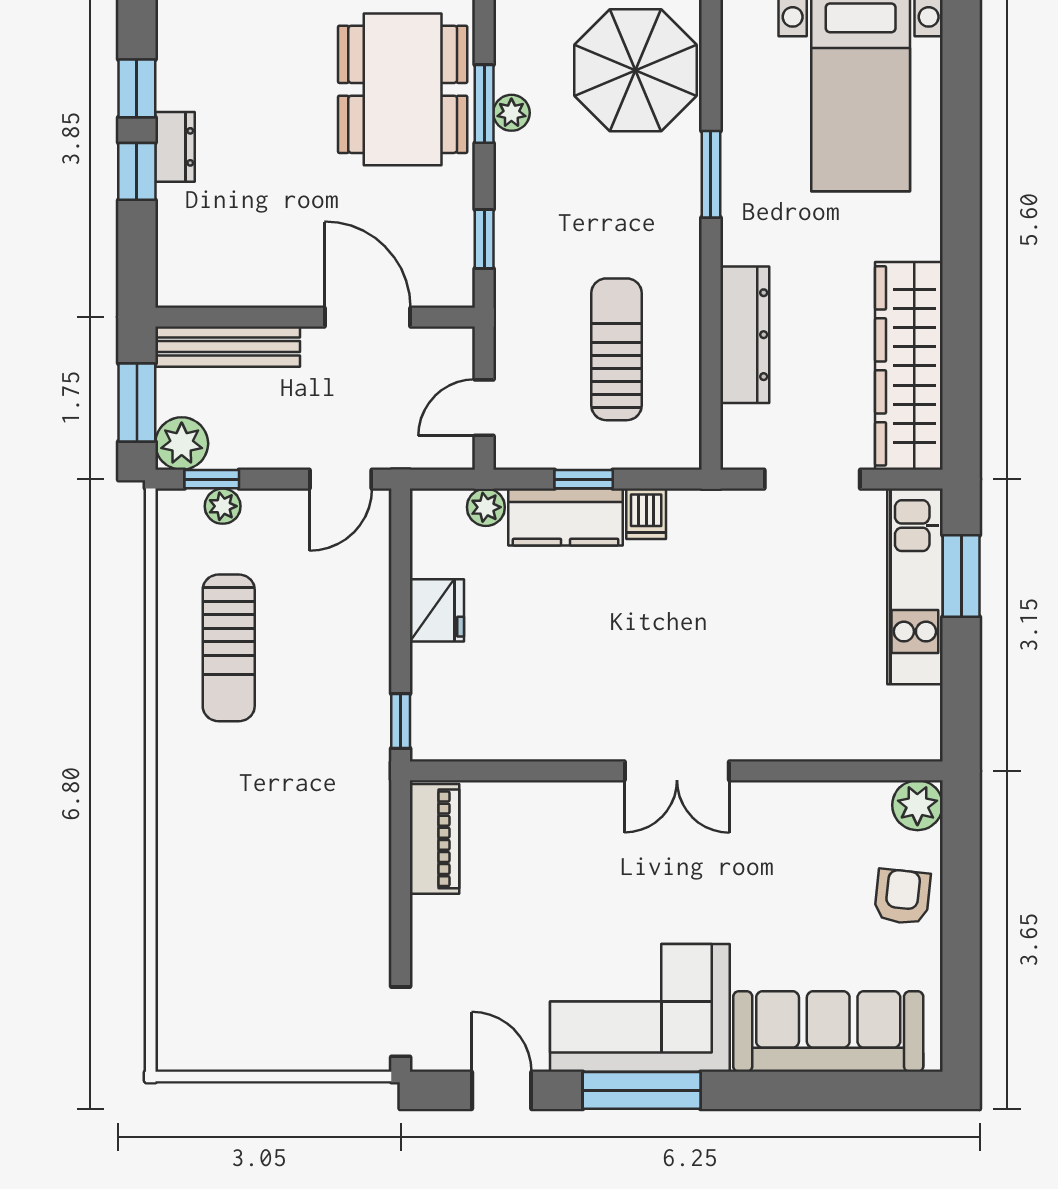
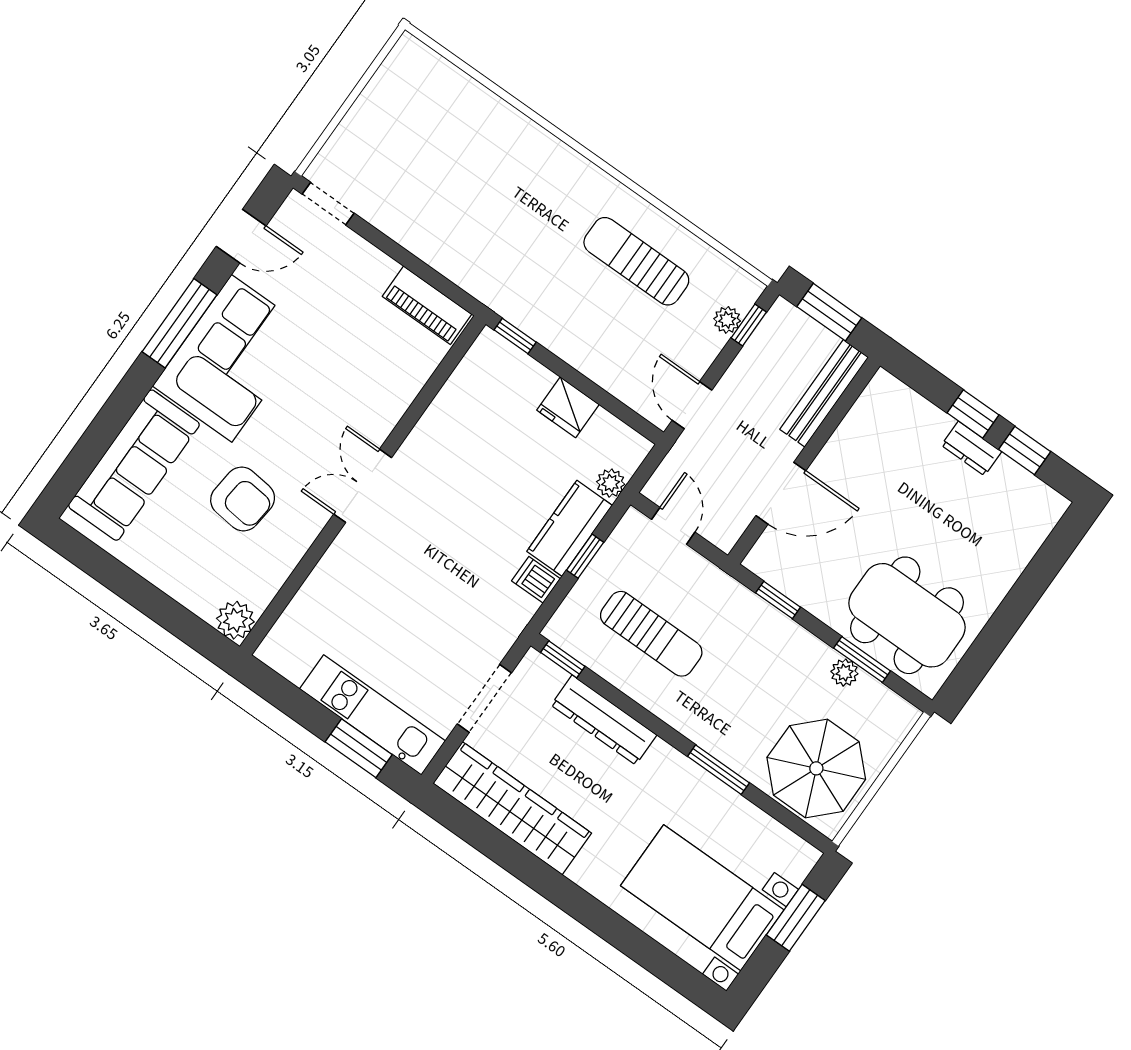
window: (711, 425) -> (563, 659), added
plant: (182, 444) -> (784, 322), removed
armchair: (902, 897) -> (243, 499), moved, width x1.38, depth x1.38

